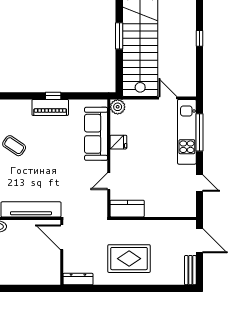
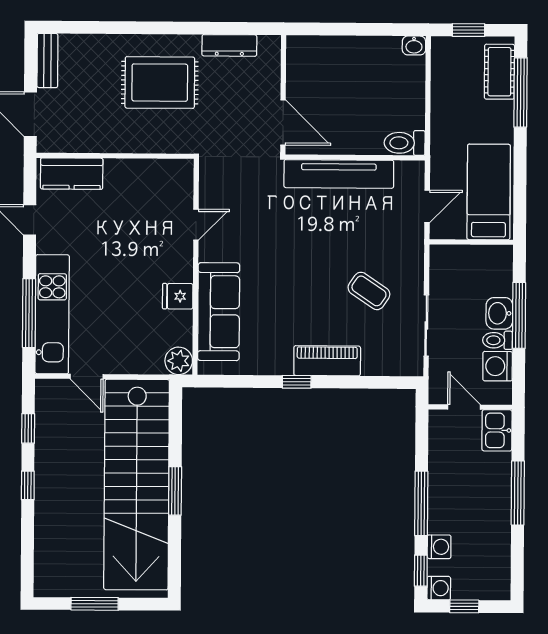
window: (199, 69) -> (28, 428), added
piano: (50, 107) -> (327, 361), moved
kitchen counter: (127, 209) -> (72, 174), moved
dresser: (78, 279) -> (229, 45), moved

